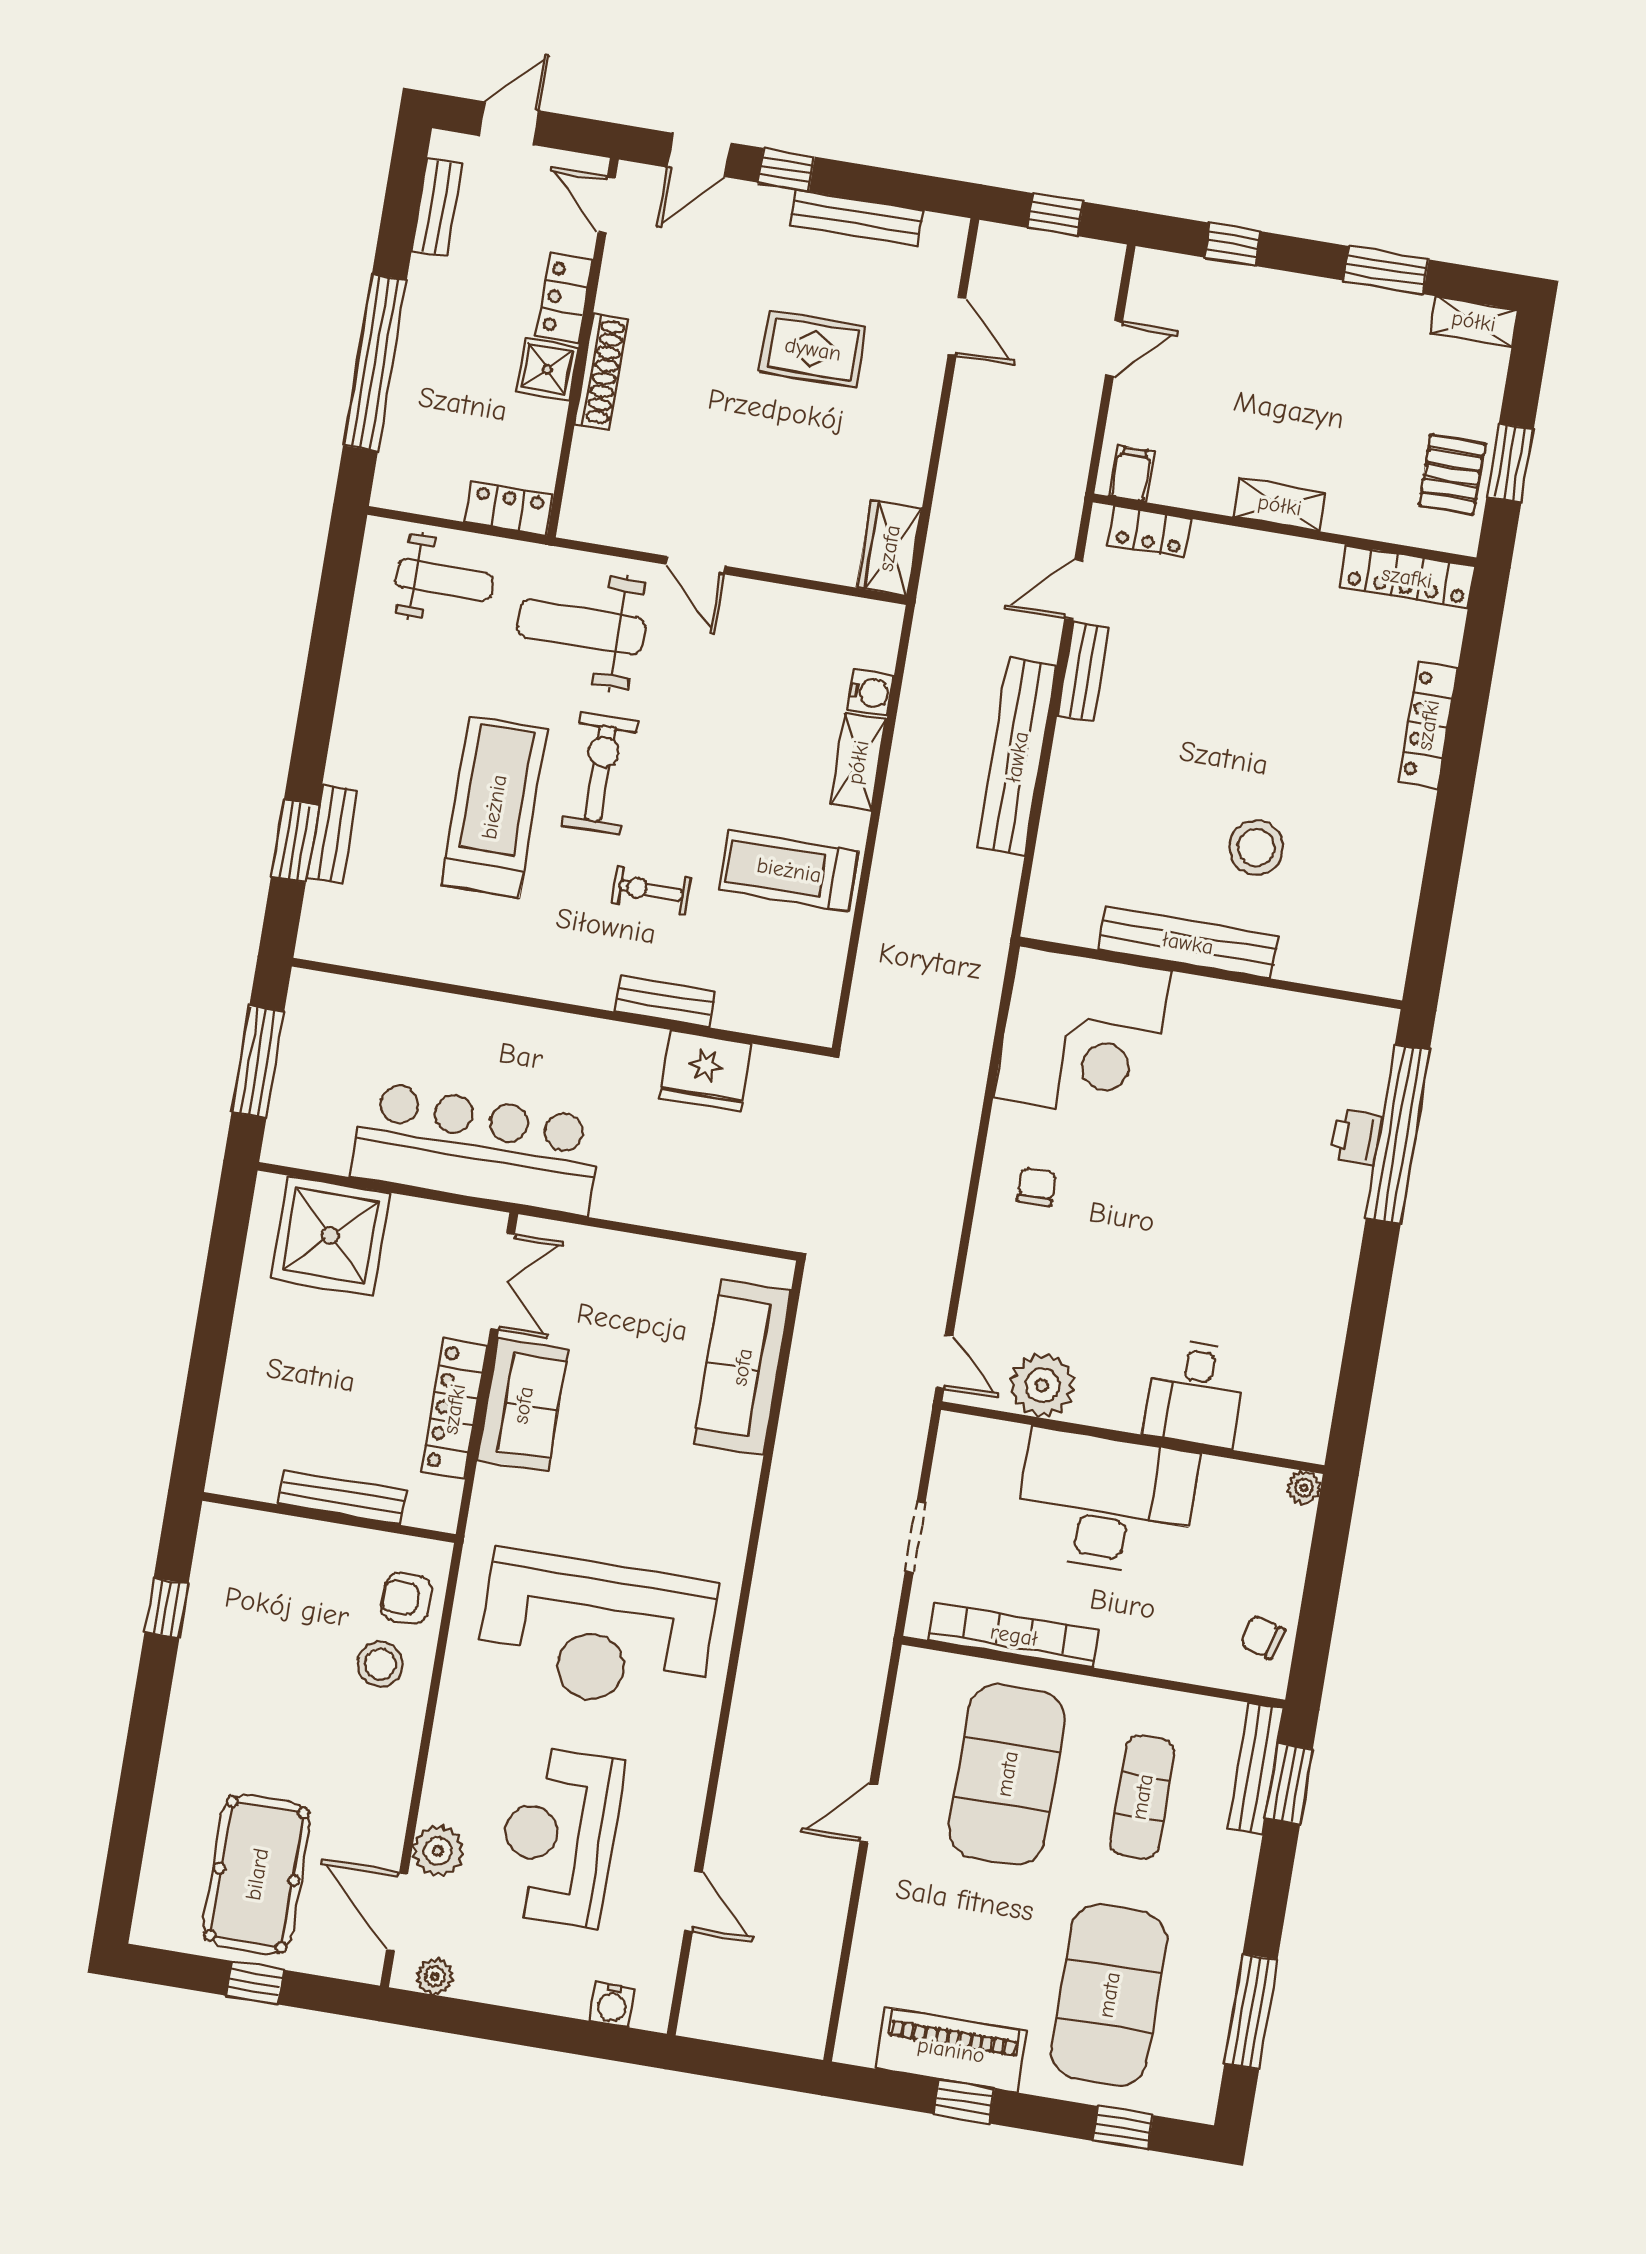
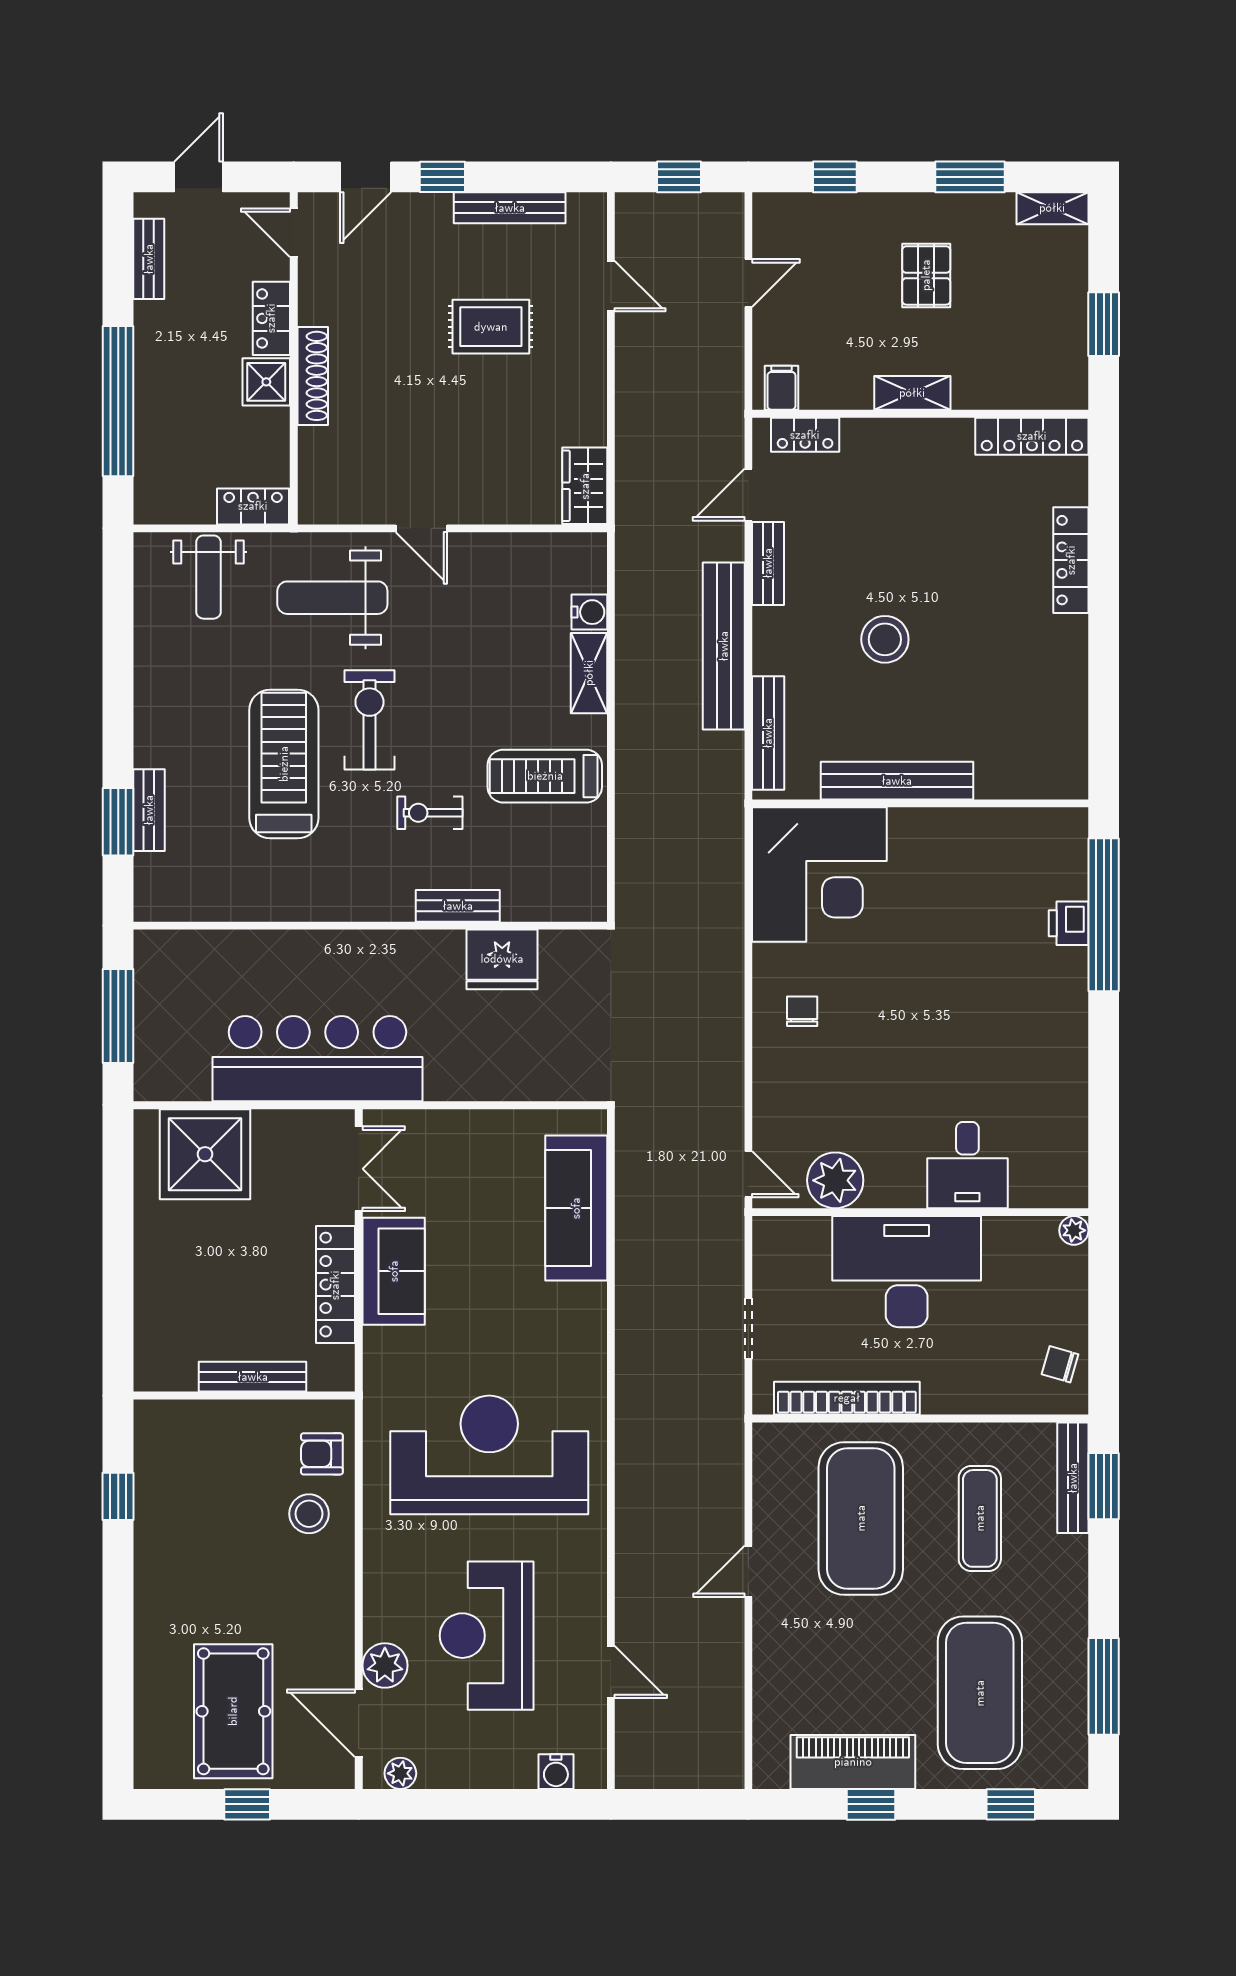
pallet: (1452, 474) -> (926, 275), moved
weight bench: (444, 580) -> (209, 577), turned 90
stool: (1256, 848) -> (885, 639), moved
bench: (1051, 864) -> (768, 733), added
reception desk: (596, 1631) -> (489, 1455), turned 180

